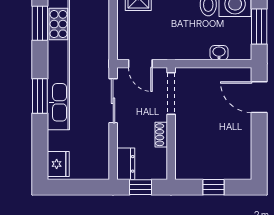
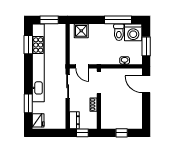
window: (40, 96) -> (28, 103), moved

